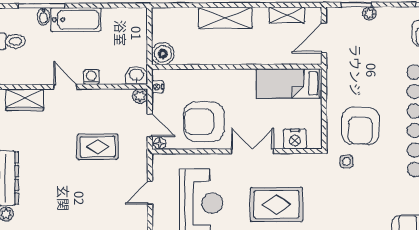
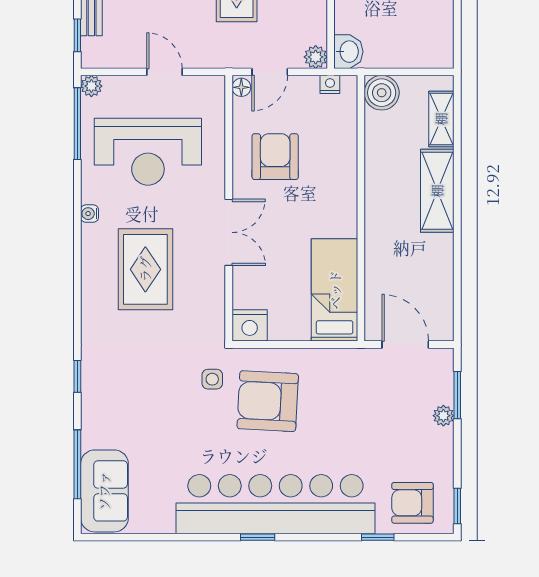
shelving: (287, 15) -> (441, 119), moved
armchair: (204, 122) -> (275, 157), width x0.73, depth x0.73
nightstand: (295, 139) -> (250, 325), moved, turned -90

